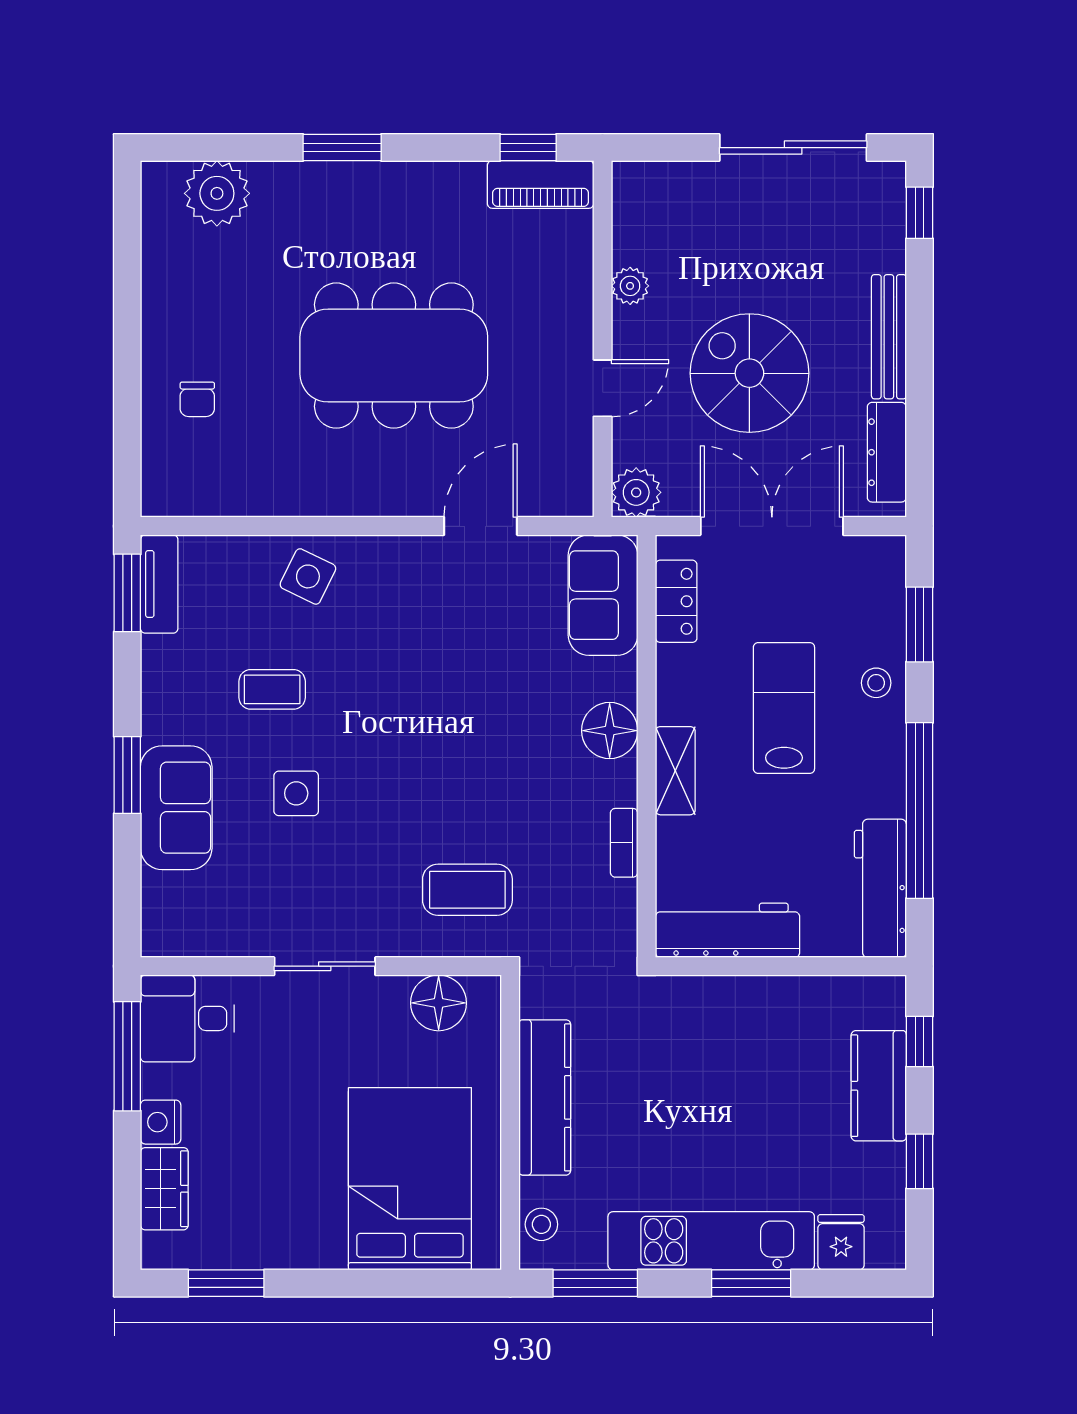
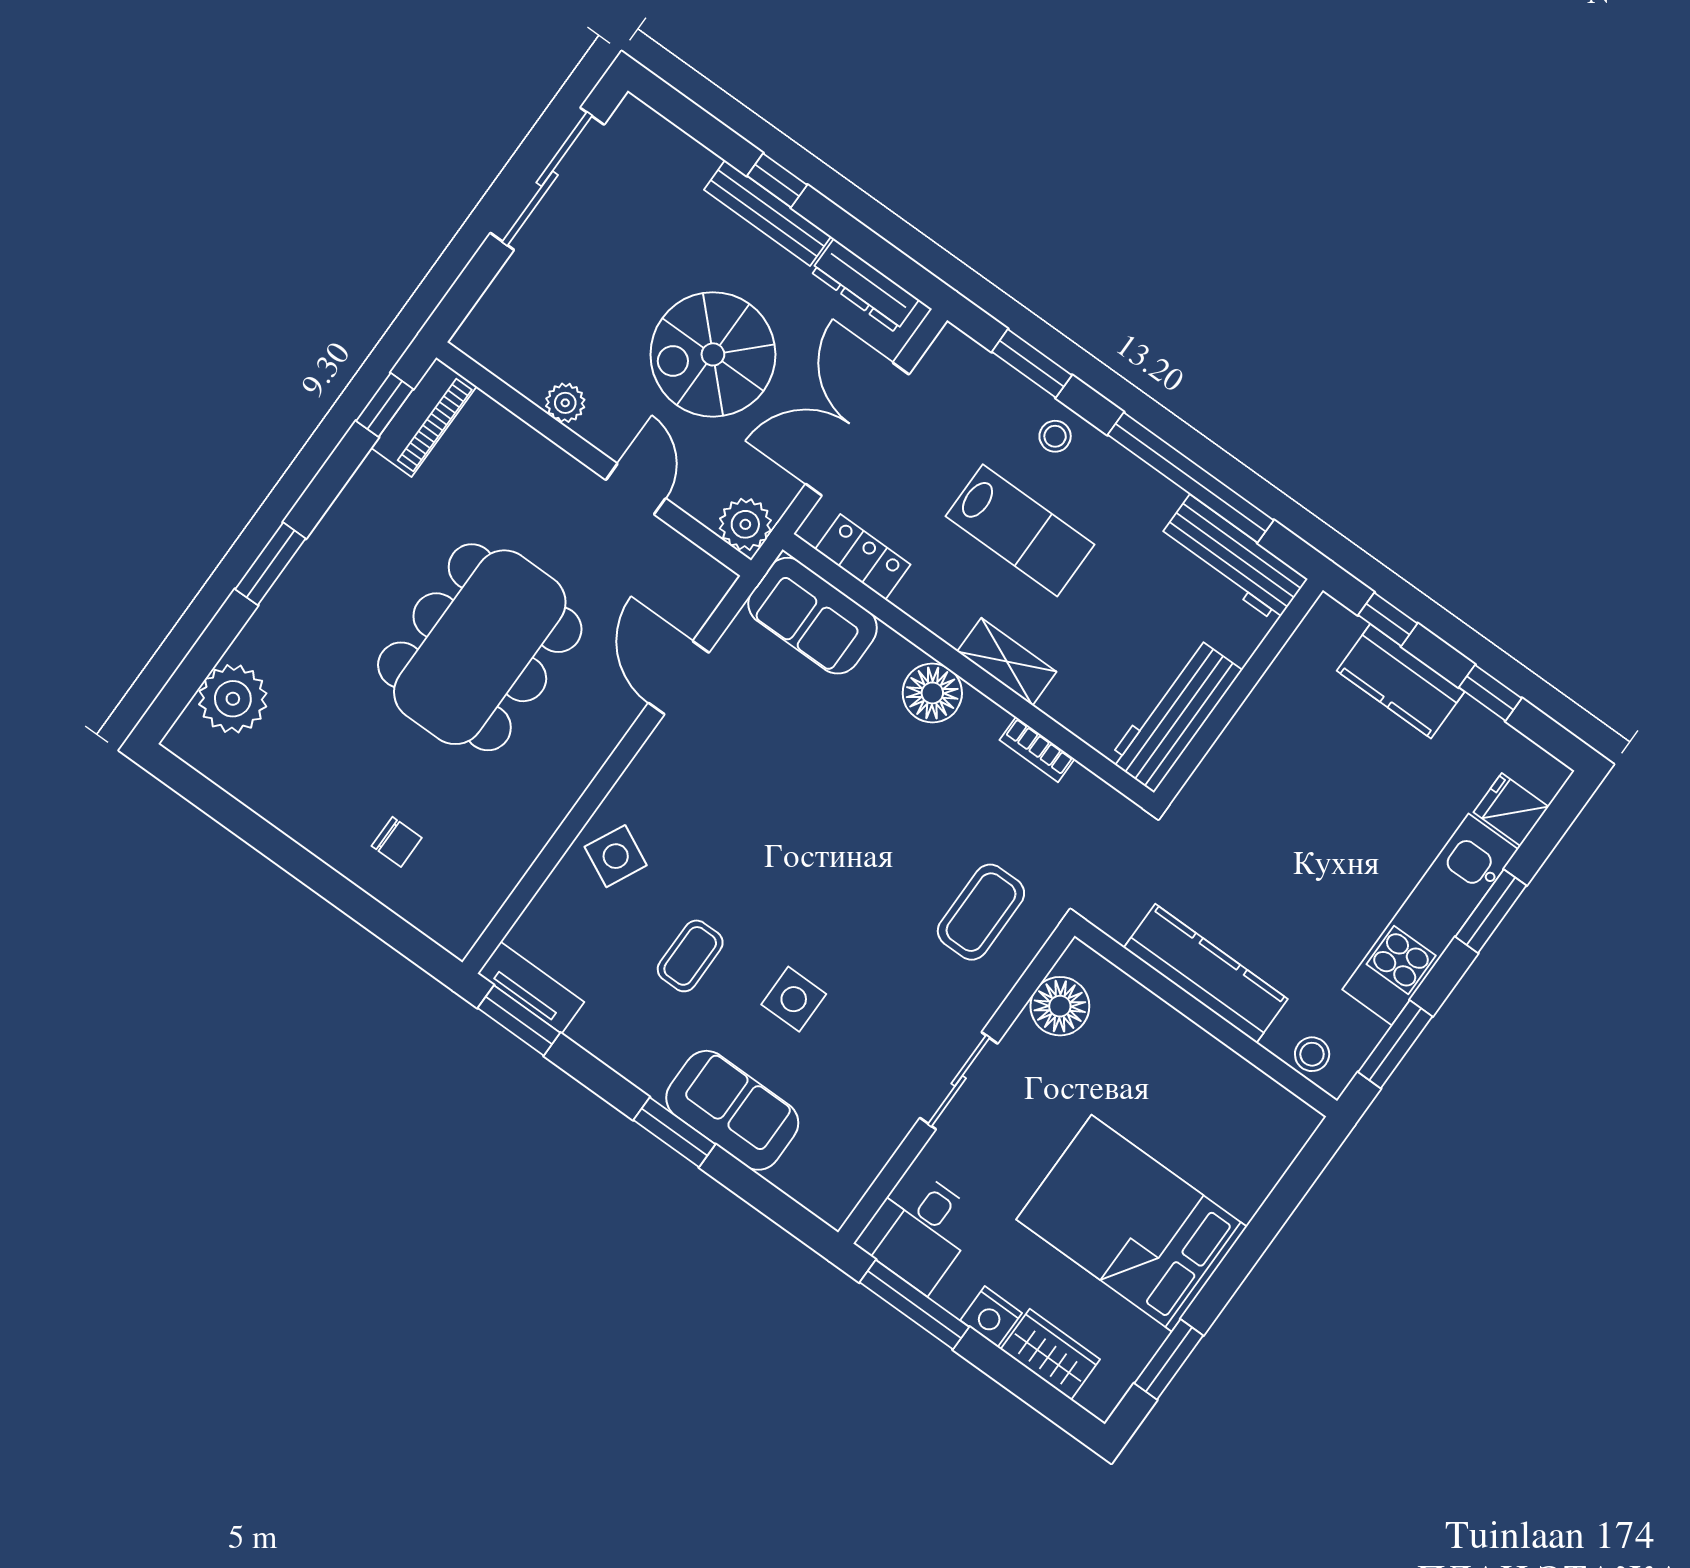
window: (919, 213) -> (777, 180), moved
lab bench: (784, 708) -> (1020, 530), turned 180
bed: (410, 1179) -> (1132, 1223), moved

